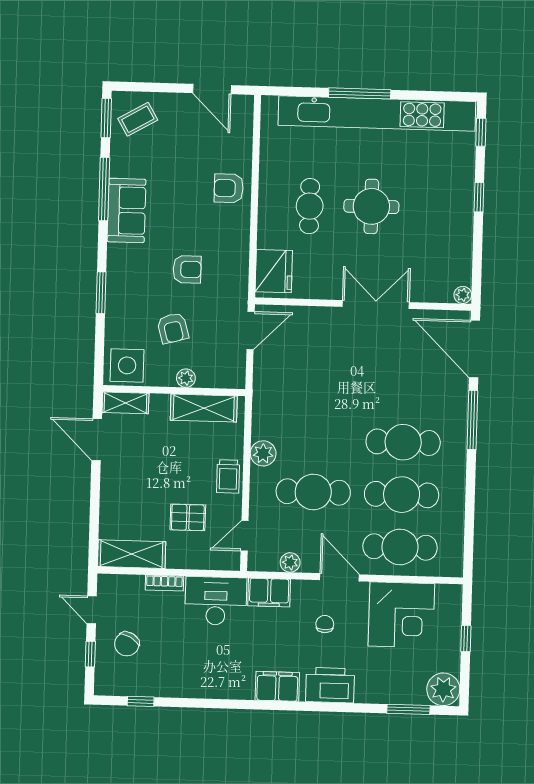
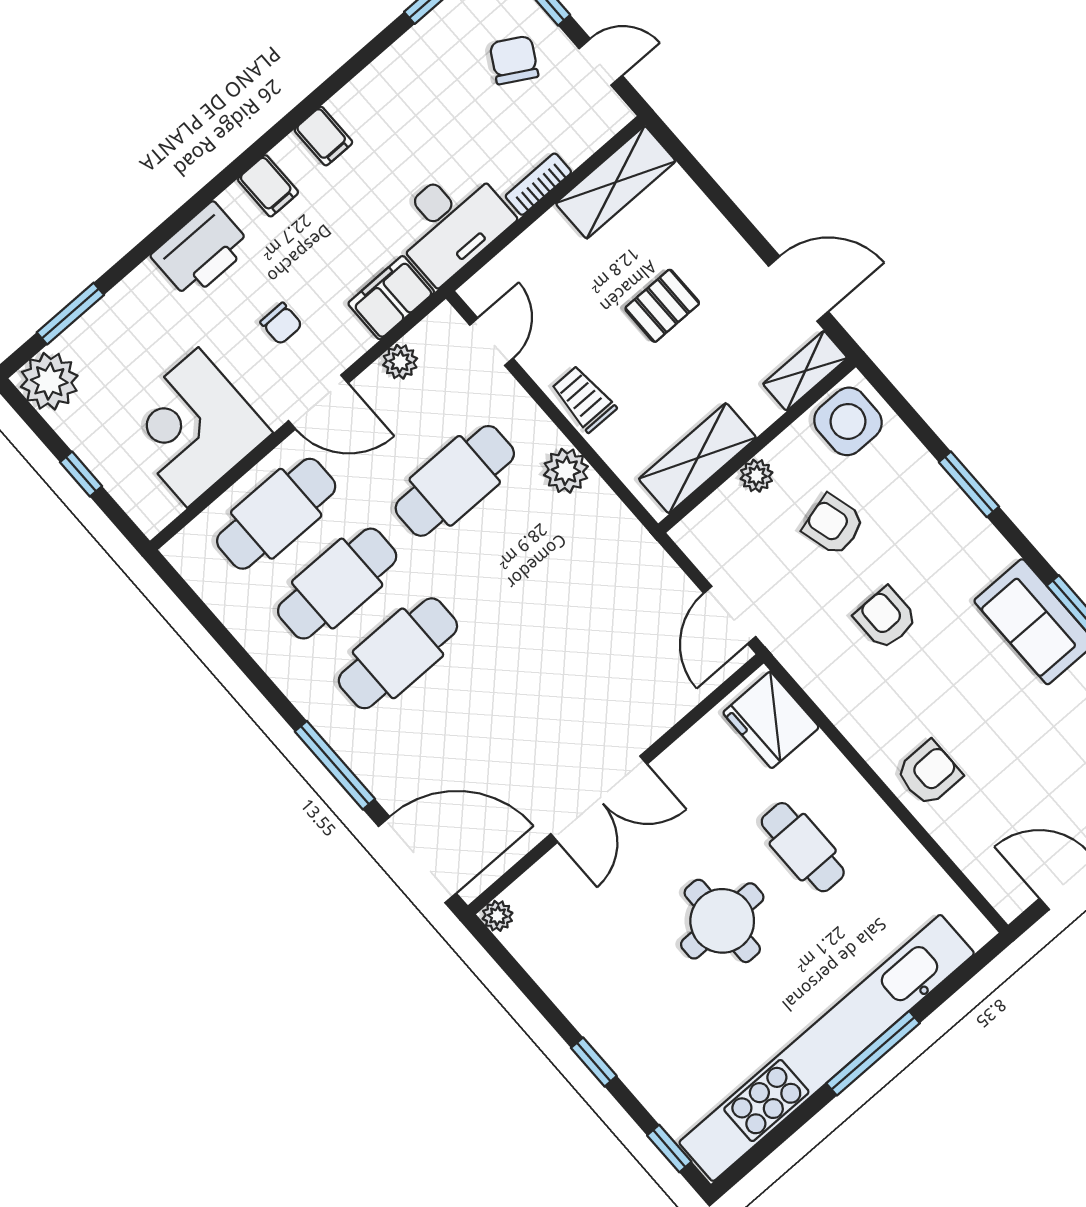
armchair: (187, 269) -> (886, 618), turned 90
pallet: (188, 517) -> (662, 306), moved
filing cabinet: (235, 686) -> (323, 136), added
filing cabinet: (277, 686) -> (268, 186), width x0.50

